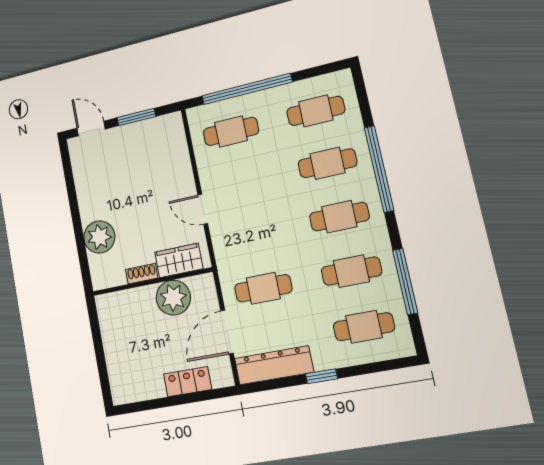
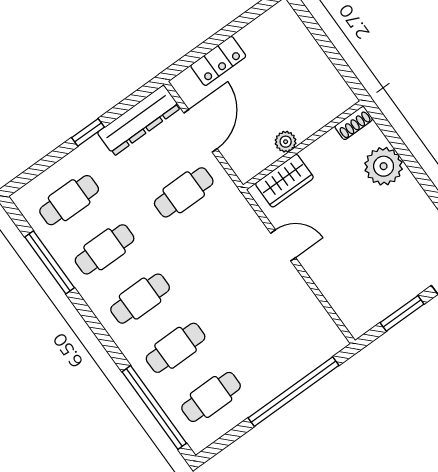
cafe table: (231, 131) -> (290, 340), removed
window: (379, 169) -> (154, 407), moved
shoe rack: (142, 274) -> (354, 123), moved
plant: (173, 298) -> (286, 142), width x0.53, depth x0.53

